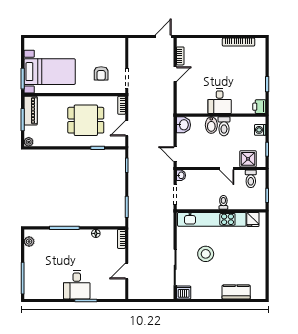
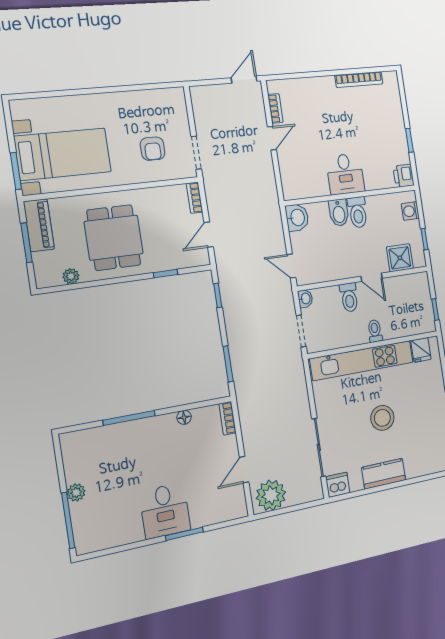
dining table: (86, 120) -> (114, 238), moved, turned 90
plant: (29, 142) -> (71, 276), moved
toilet: (251, 179) -> (349, 297), moved
plant: (29, 242) -> (76, 492), moved
stool: (206, 254) -> (382, 418), moved
plant: (141, 290) -> (271, 495), added
kitchen counter: (236, 292) -> (384, 474), moved

